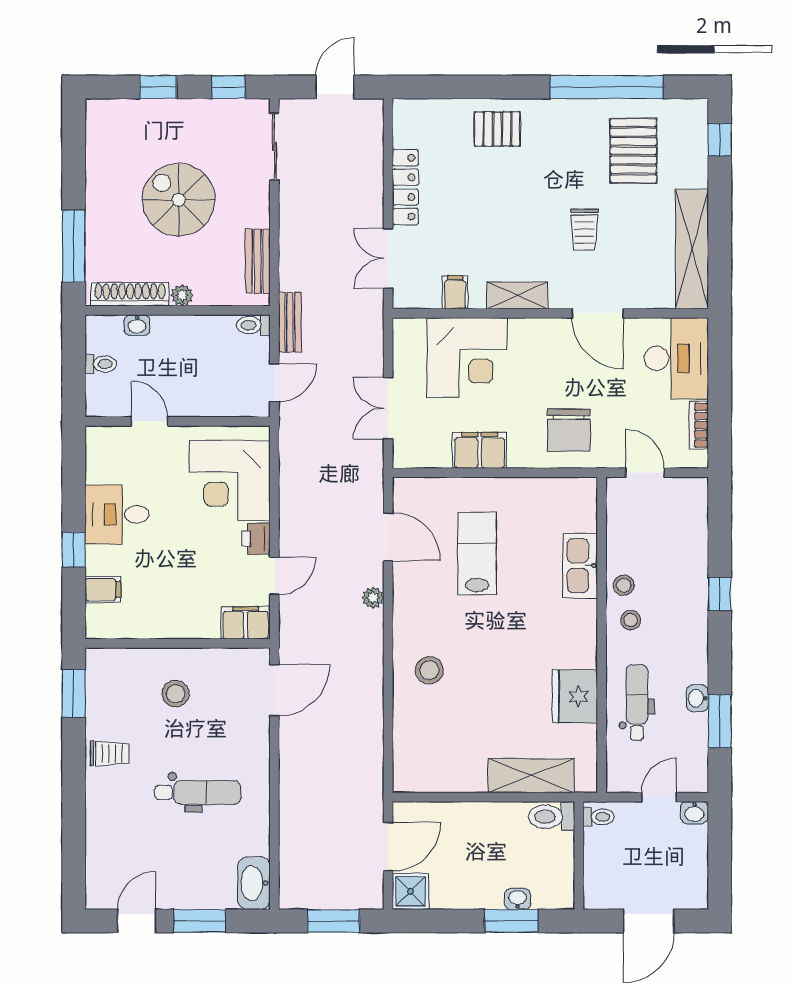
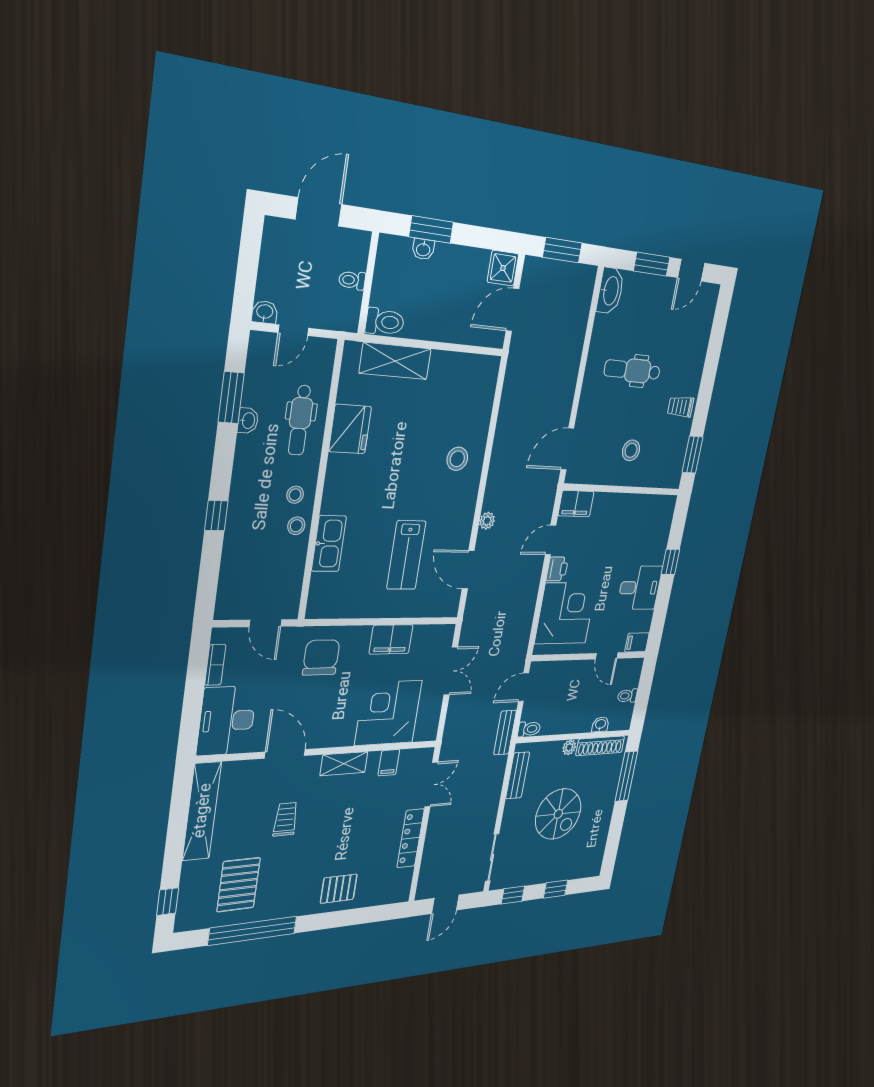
filing cabinet: (103, 590) -> (637, 642), moved
toilet: (599, 817) -> (352, 280), moved

